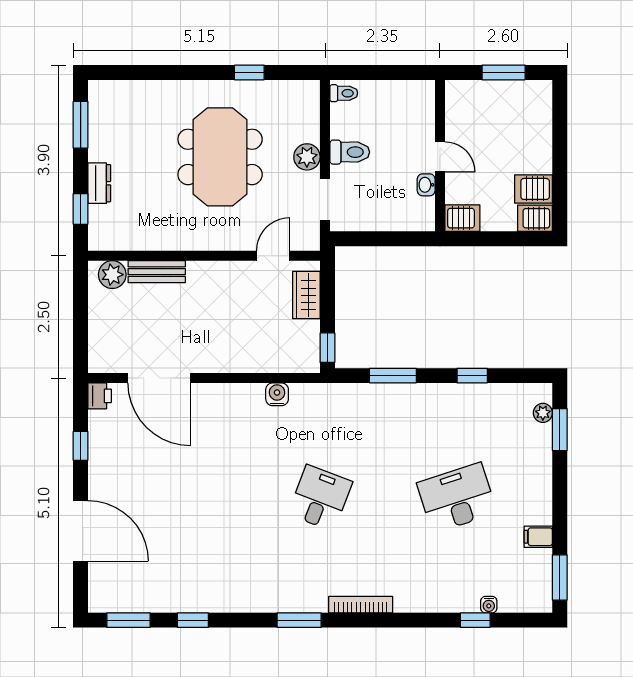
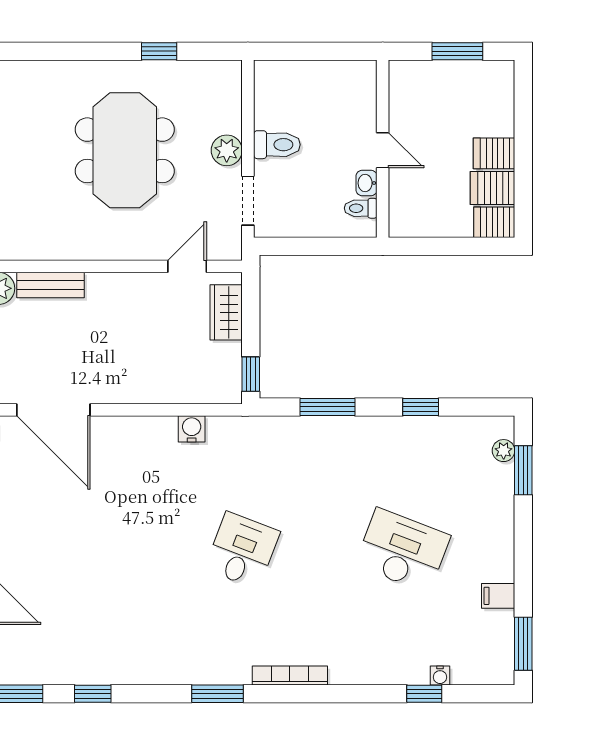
toilet: (344, 93) -> (361, 208), moved, turned 180
server rack: (462, 218) -> (494, 153), moved, turned 180
desk: (457, 498) -> (403, 550), turned 39

